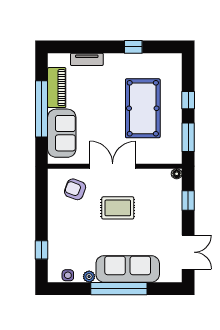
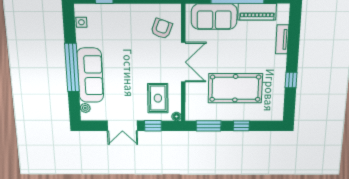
rug: (118, 208) -> (158, 98), moved
double door: (188, 252) -> (122, 126), moved
plant: (89, 277) -> (85, 108), moved

